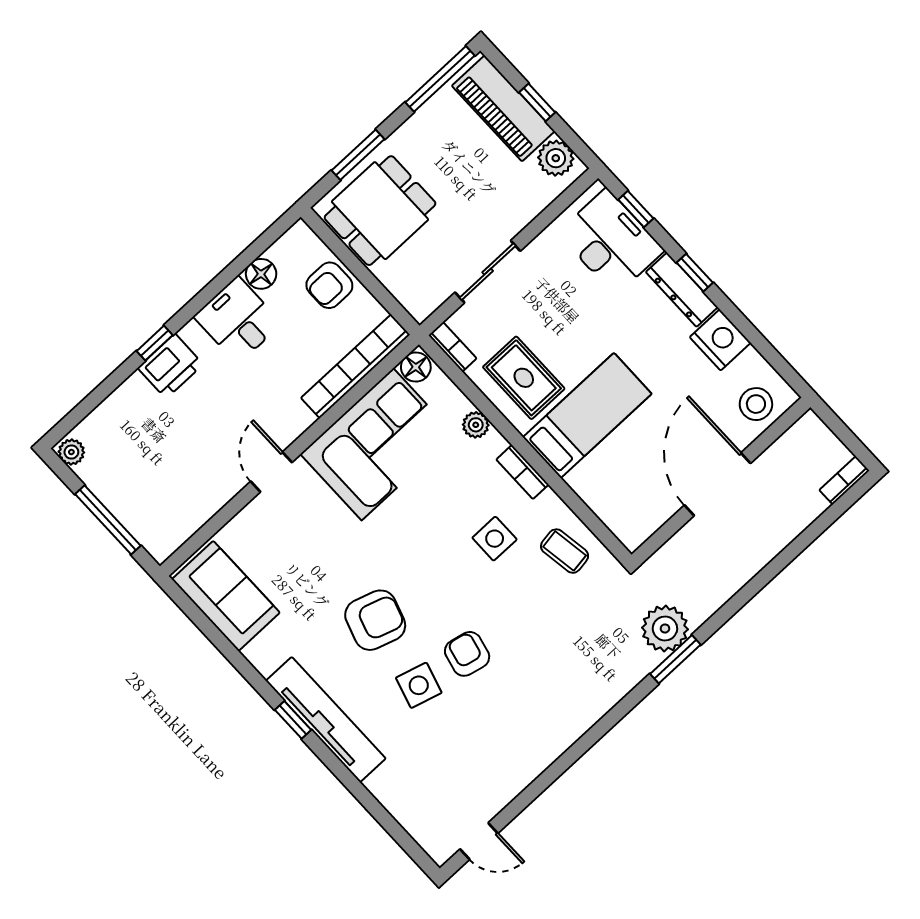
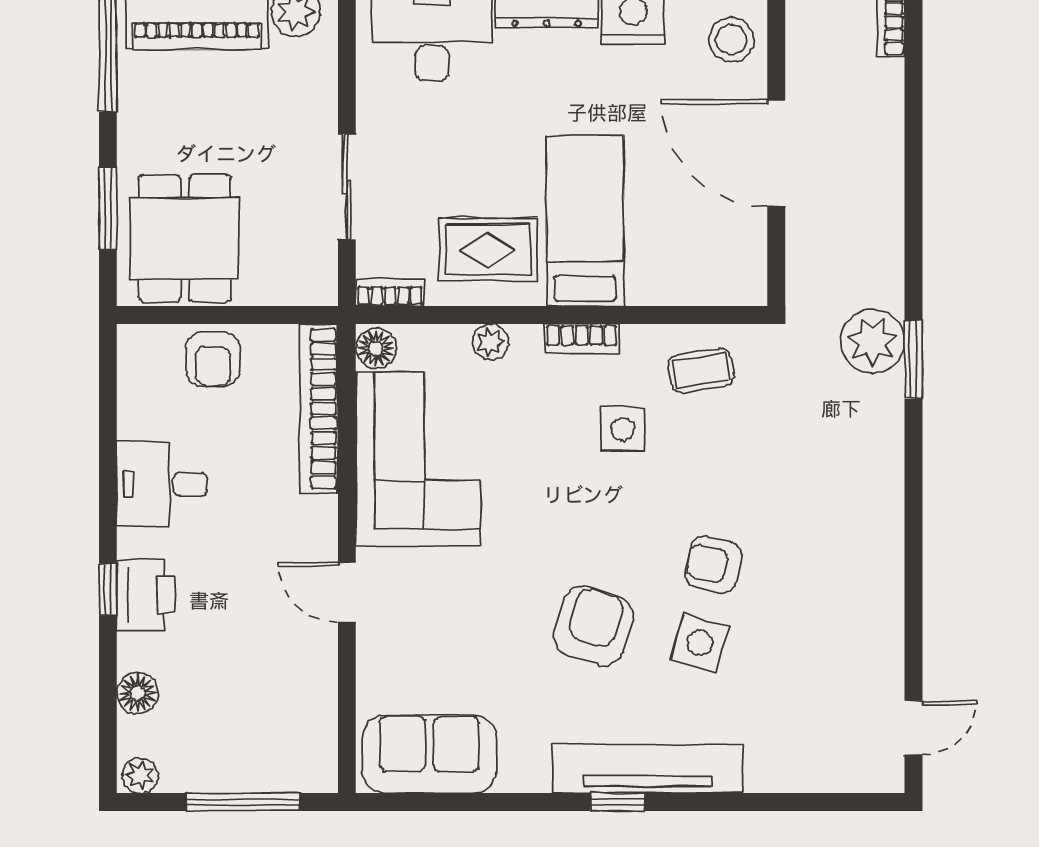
floor lamp: (261, 274) -> (137, 693), moved

